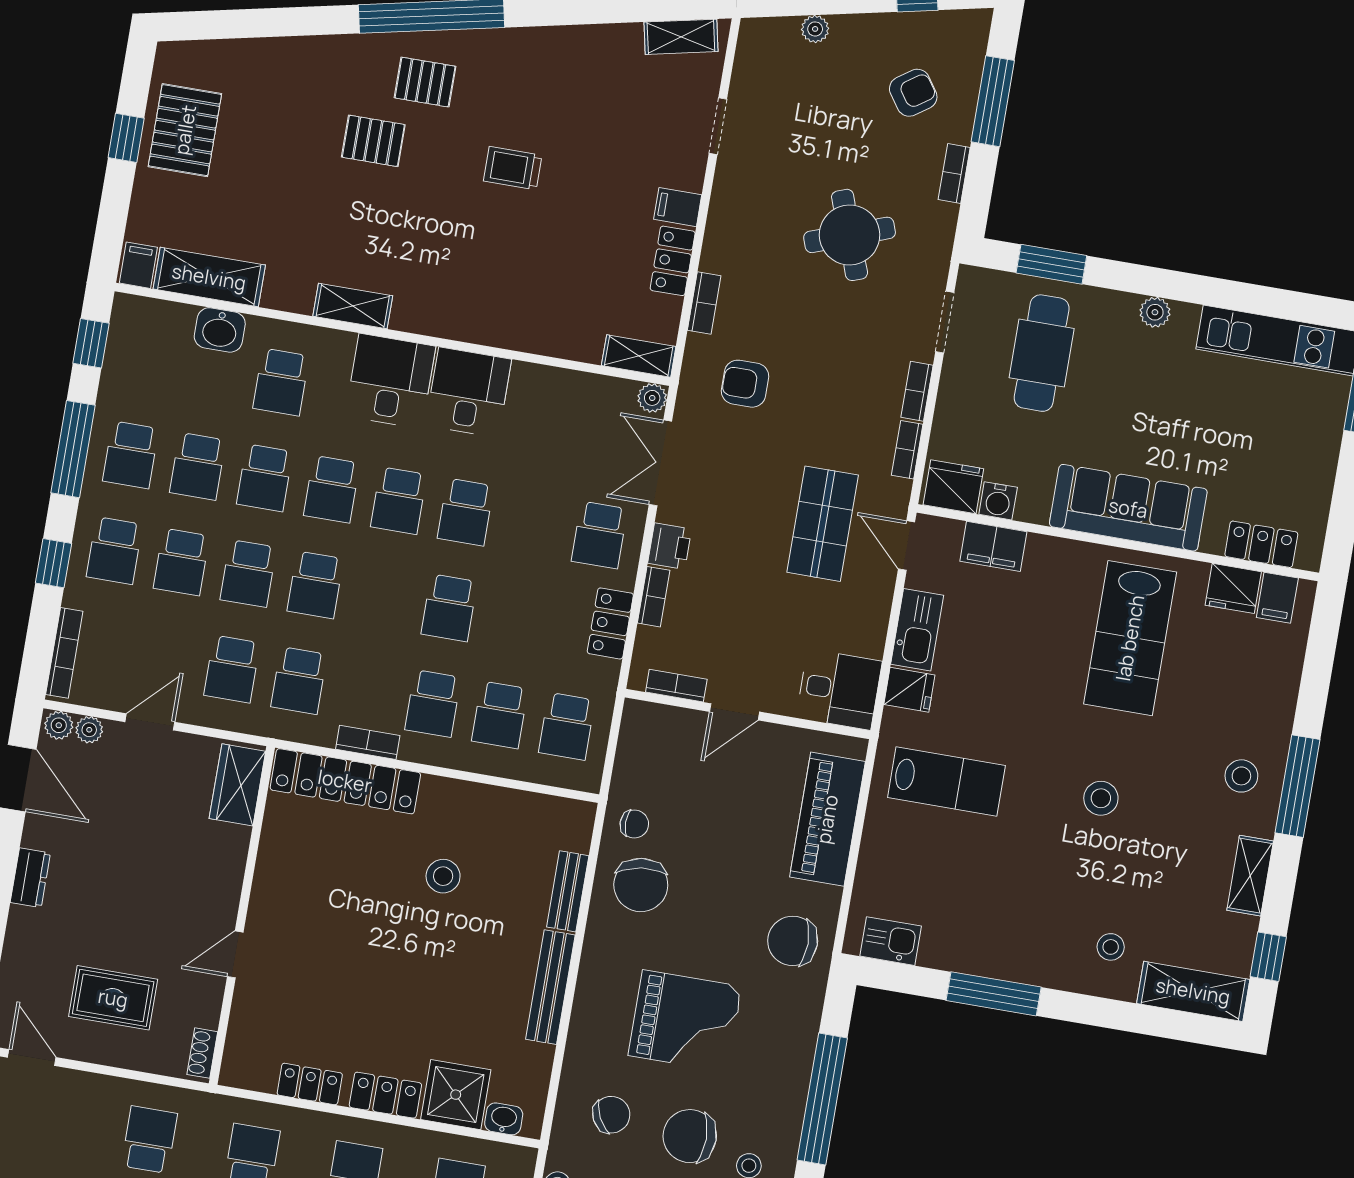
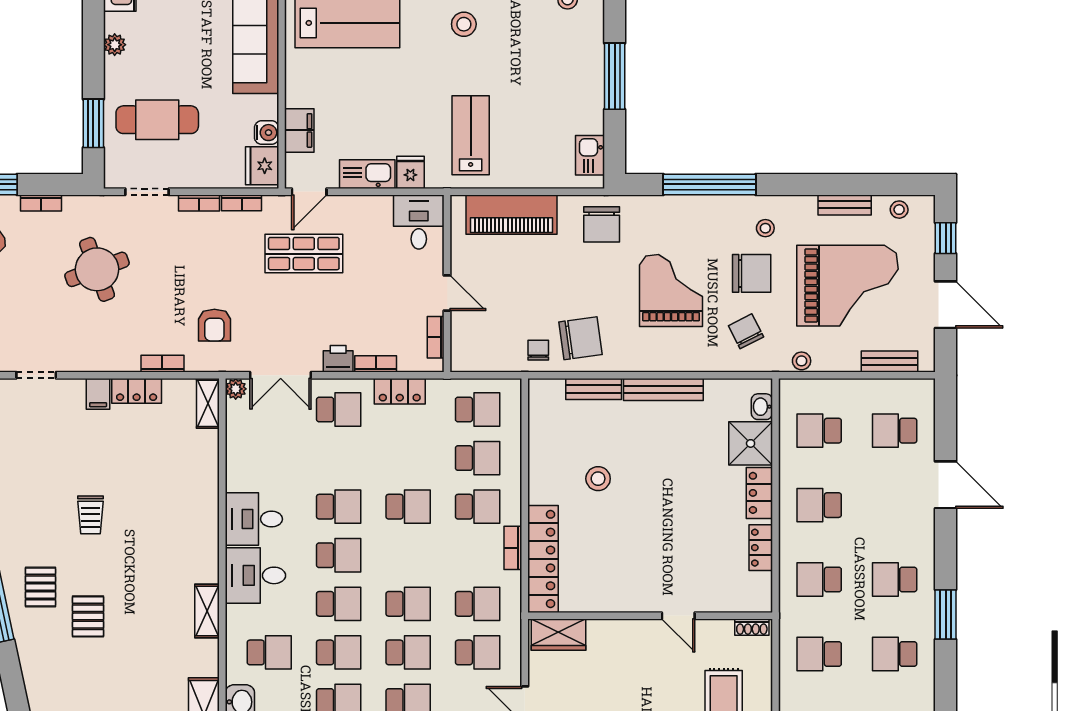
chair: (690, 1136) -> (752, 273), turned -90

